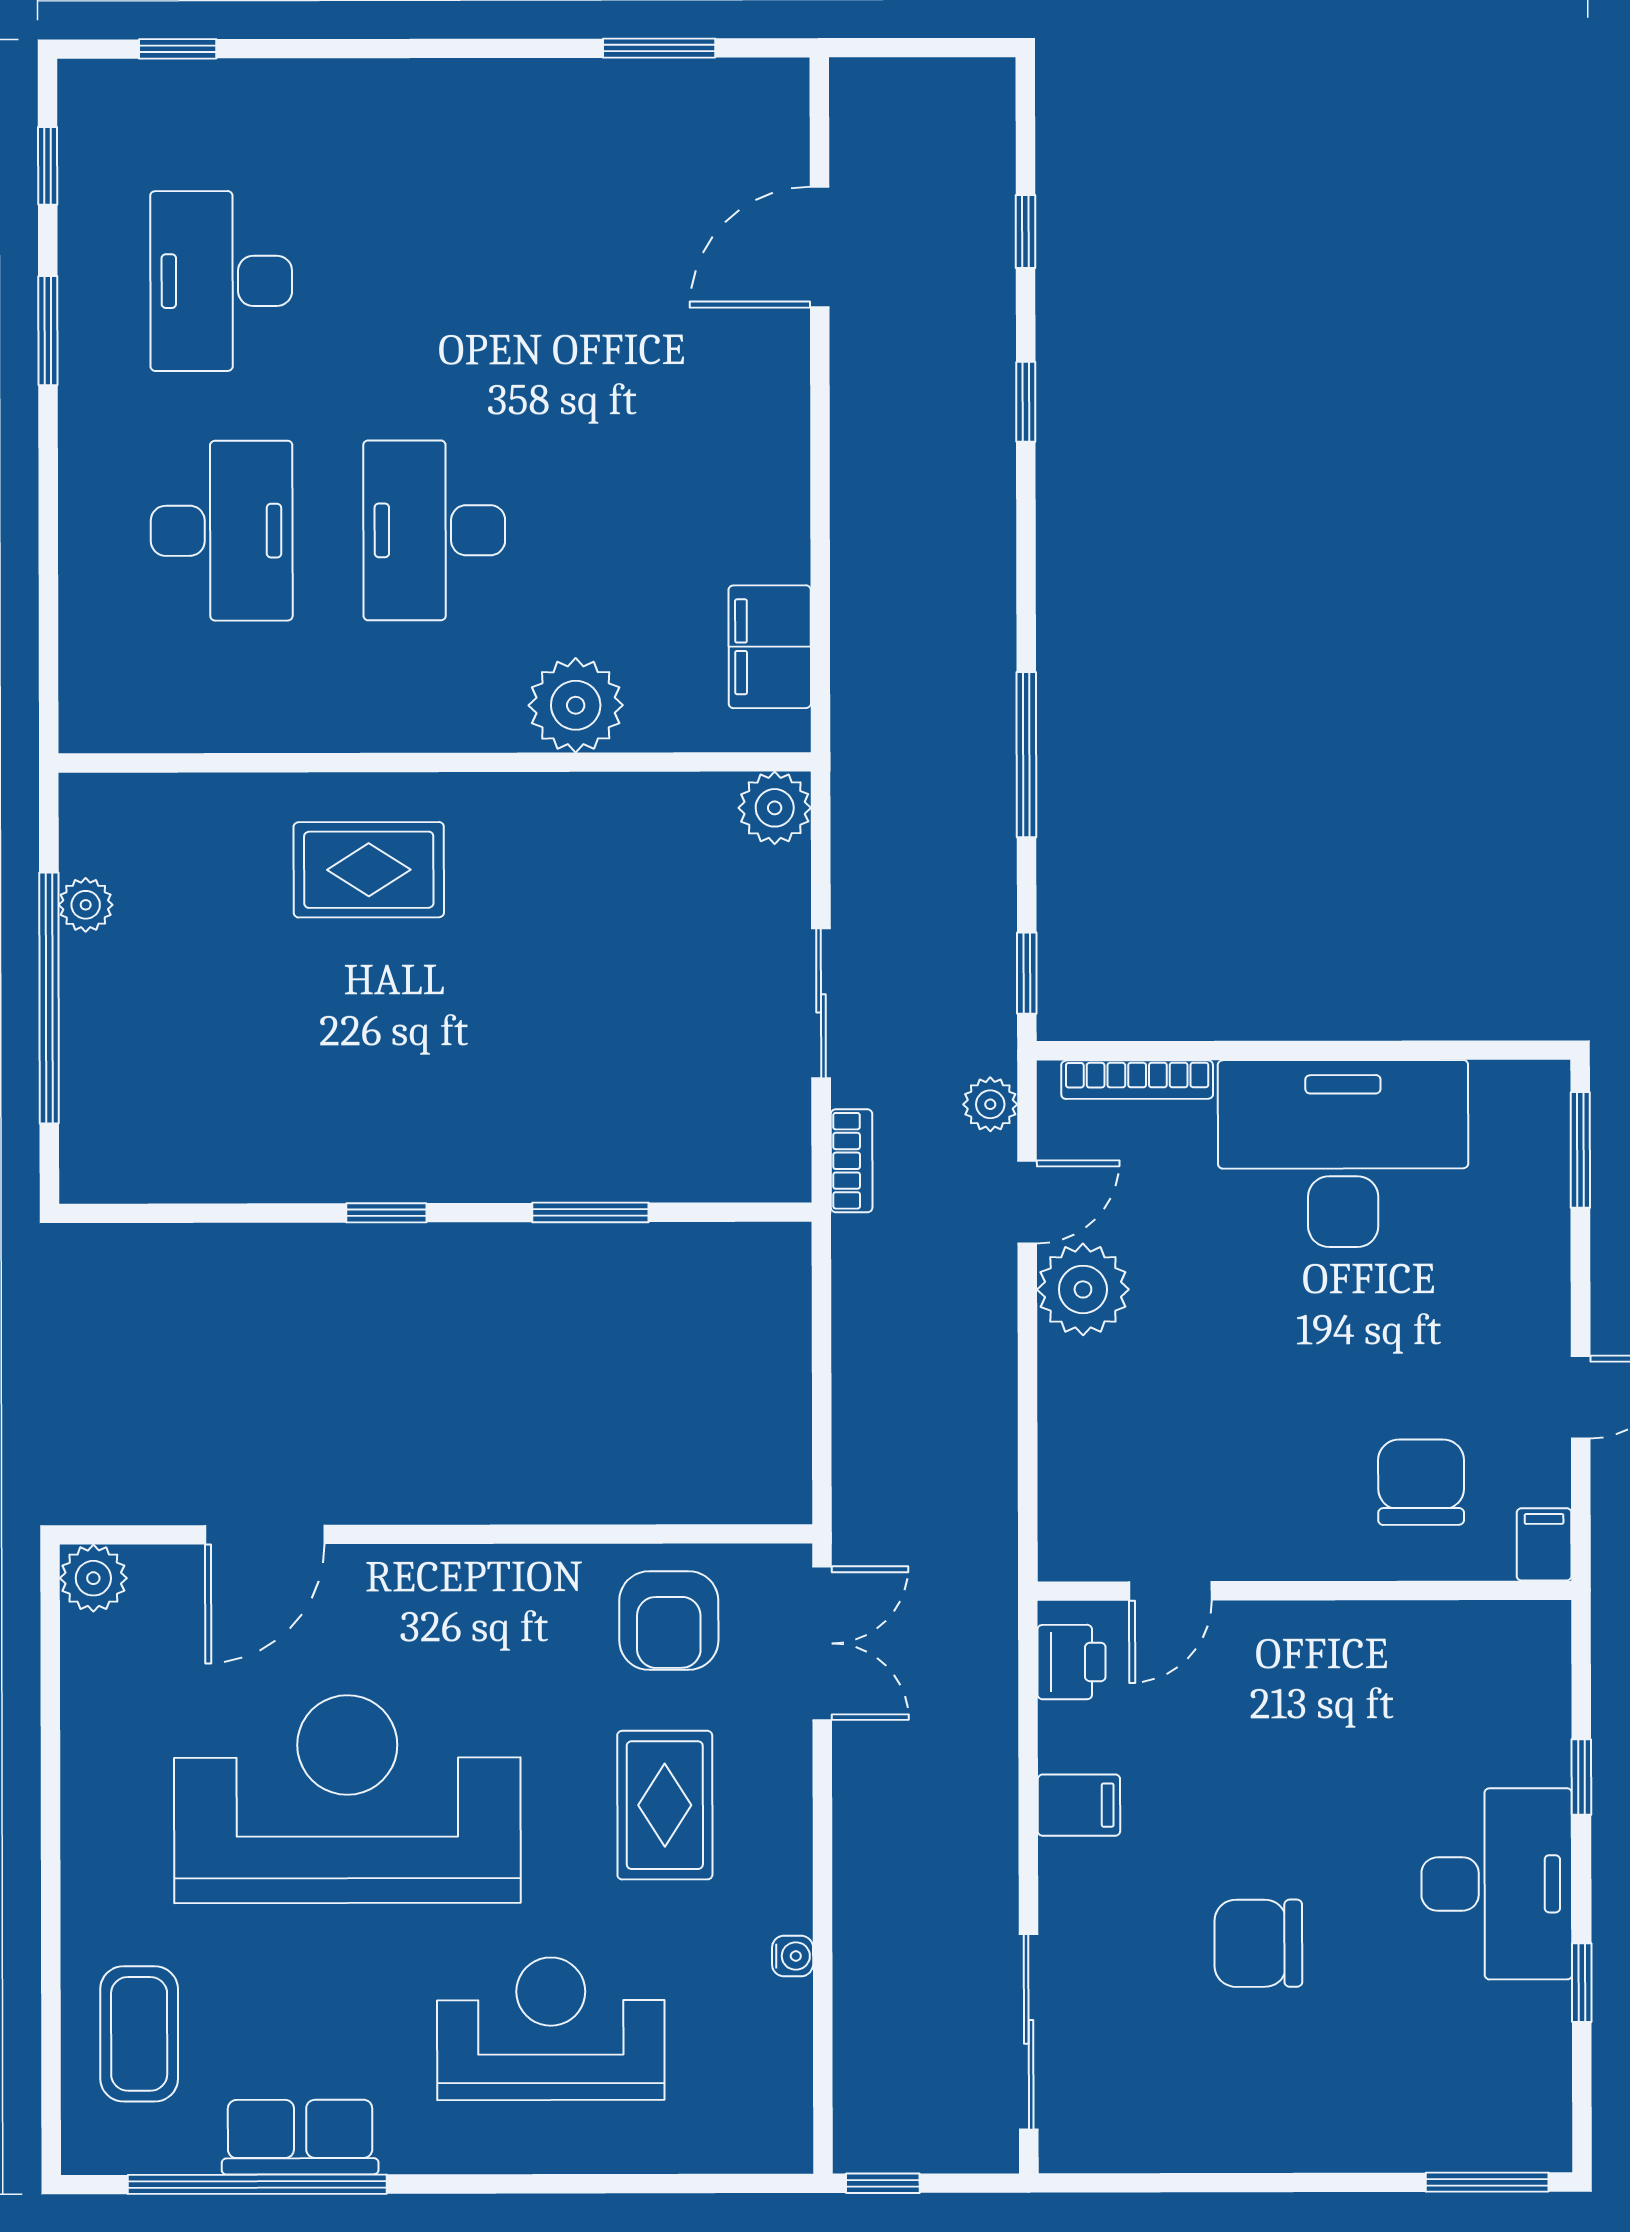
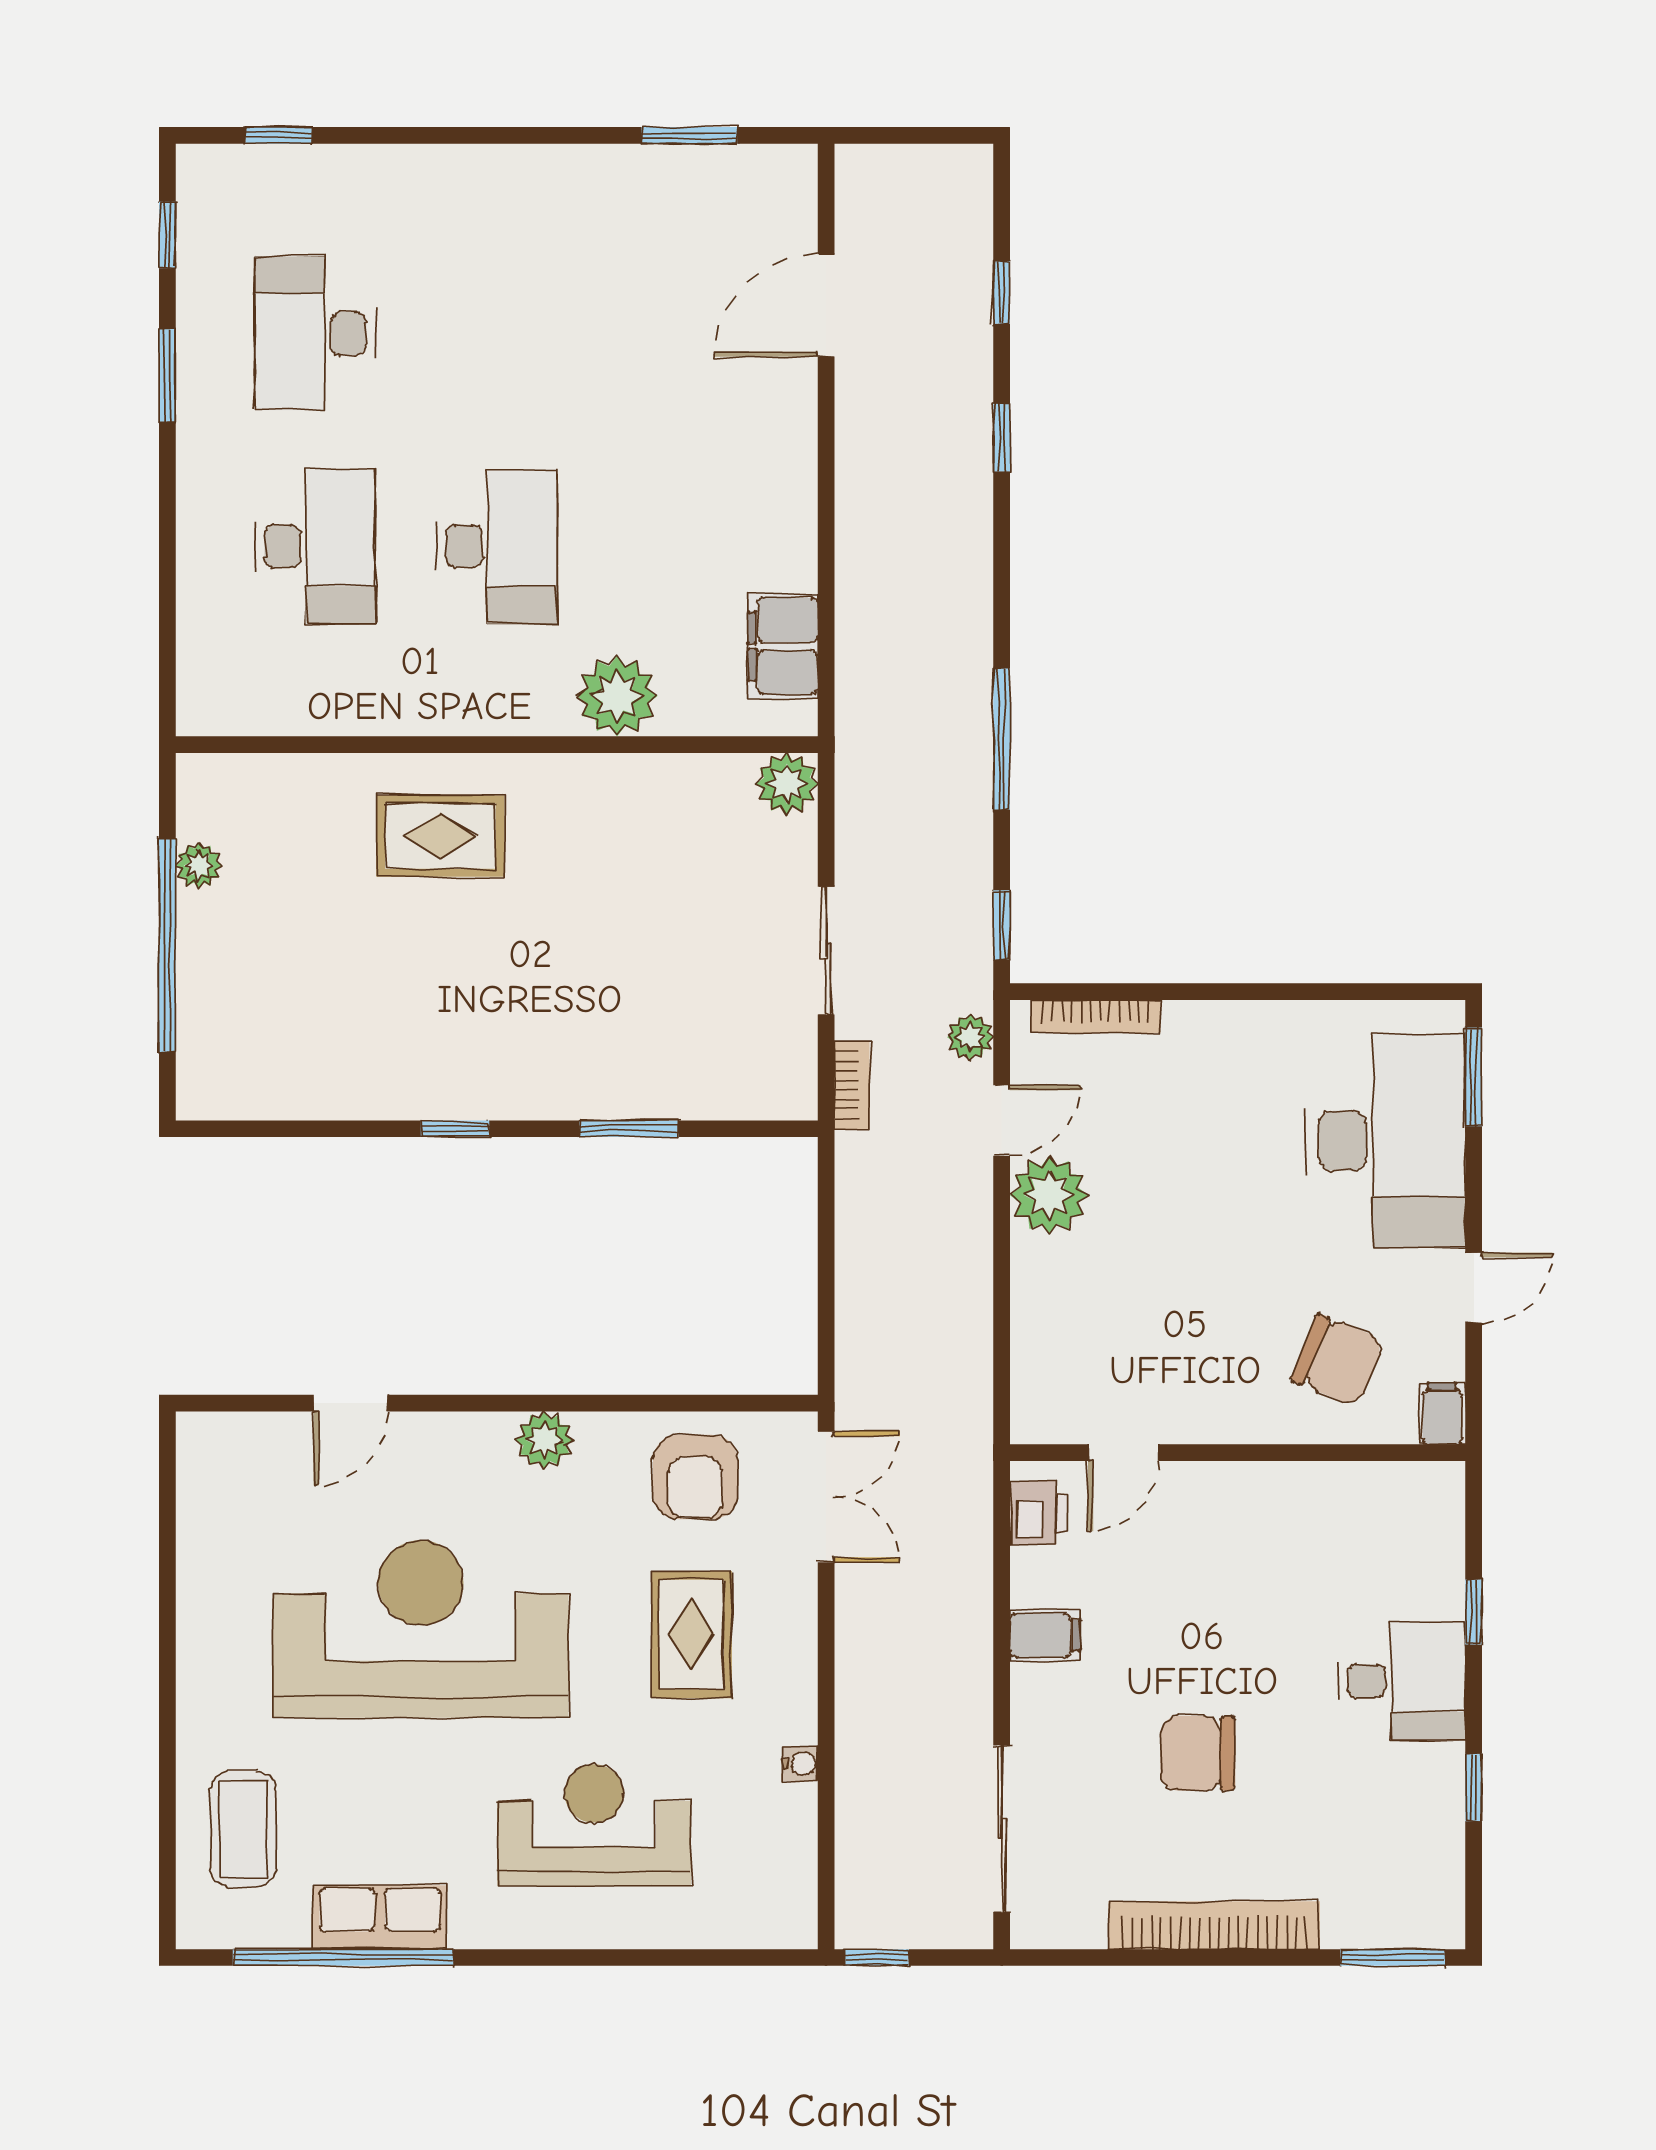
desk: (434, 530) -> (497, 546), turned 180
desk: (1343, 1154) -> (1386, 1141), moved, turned 90
chair: (1421, 1482) -> (1337, 1360), turned 112
door: (265, 1535) -> (351, 1403), width x0.73
plant: (93, 1578) -> (545, 1440), moved
desk: (1497, 1884) -> (1401, 1681), width x0.73
bookcase: (1278, 2145) -> (1214, 1925), added

